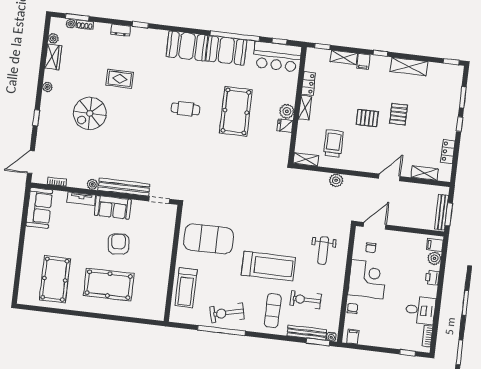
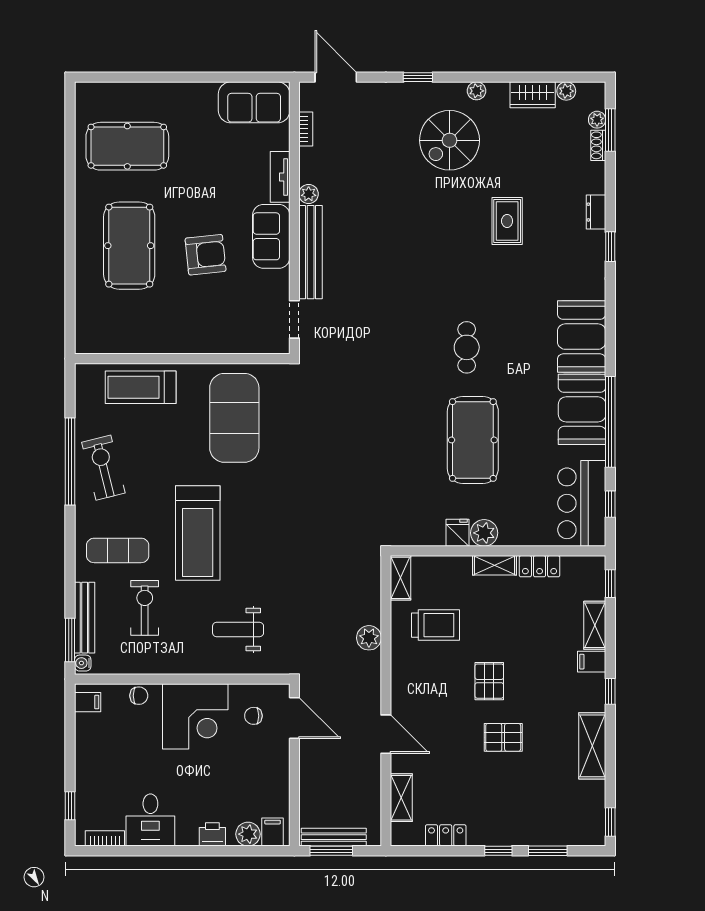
pool table: (236, 111) -> (473, 440), turned 90
spiral stairs: (90, 113) -> (450, 140), moved, turned -90

